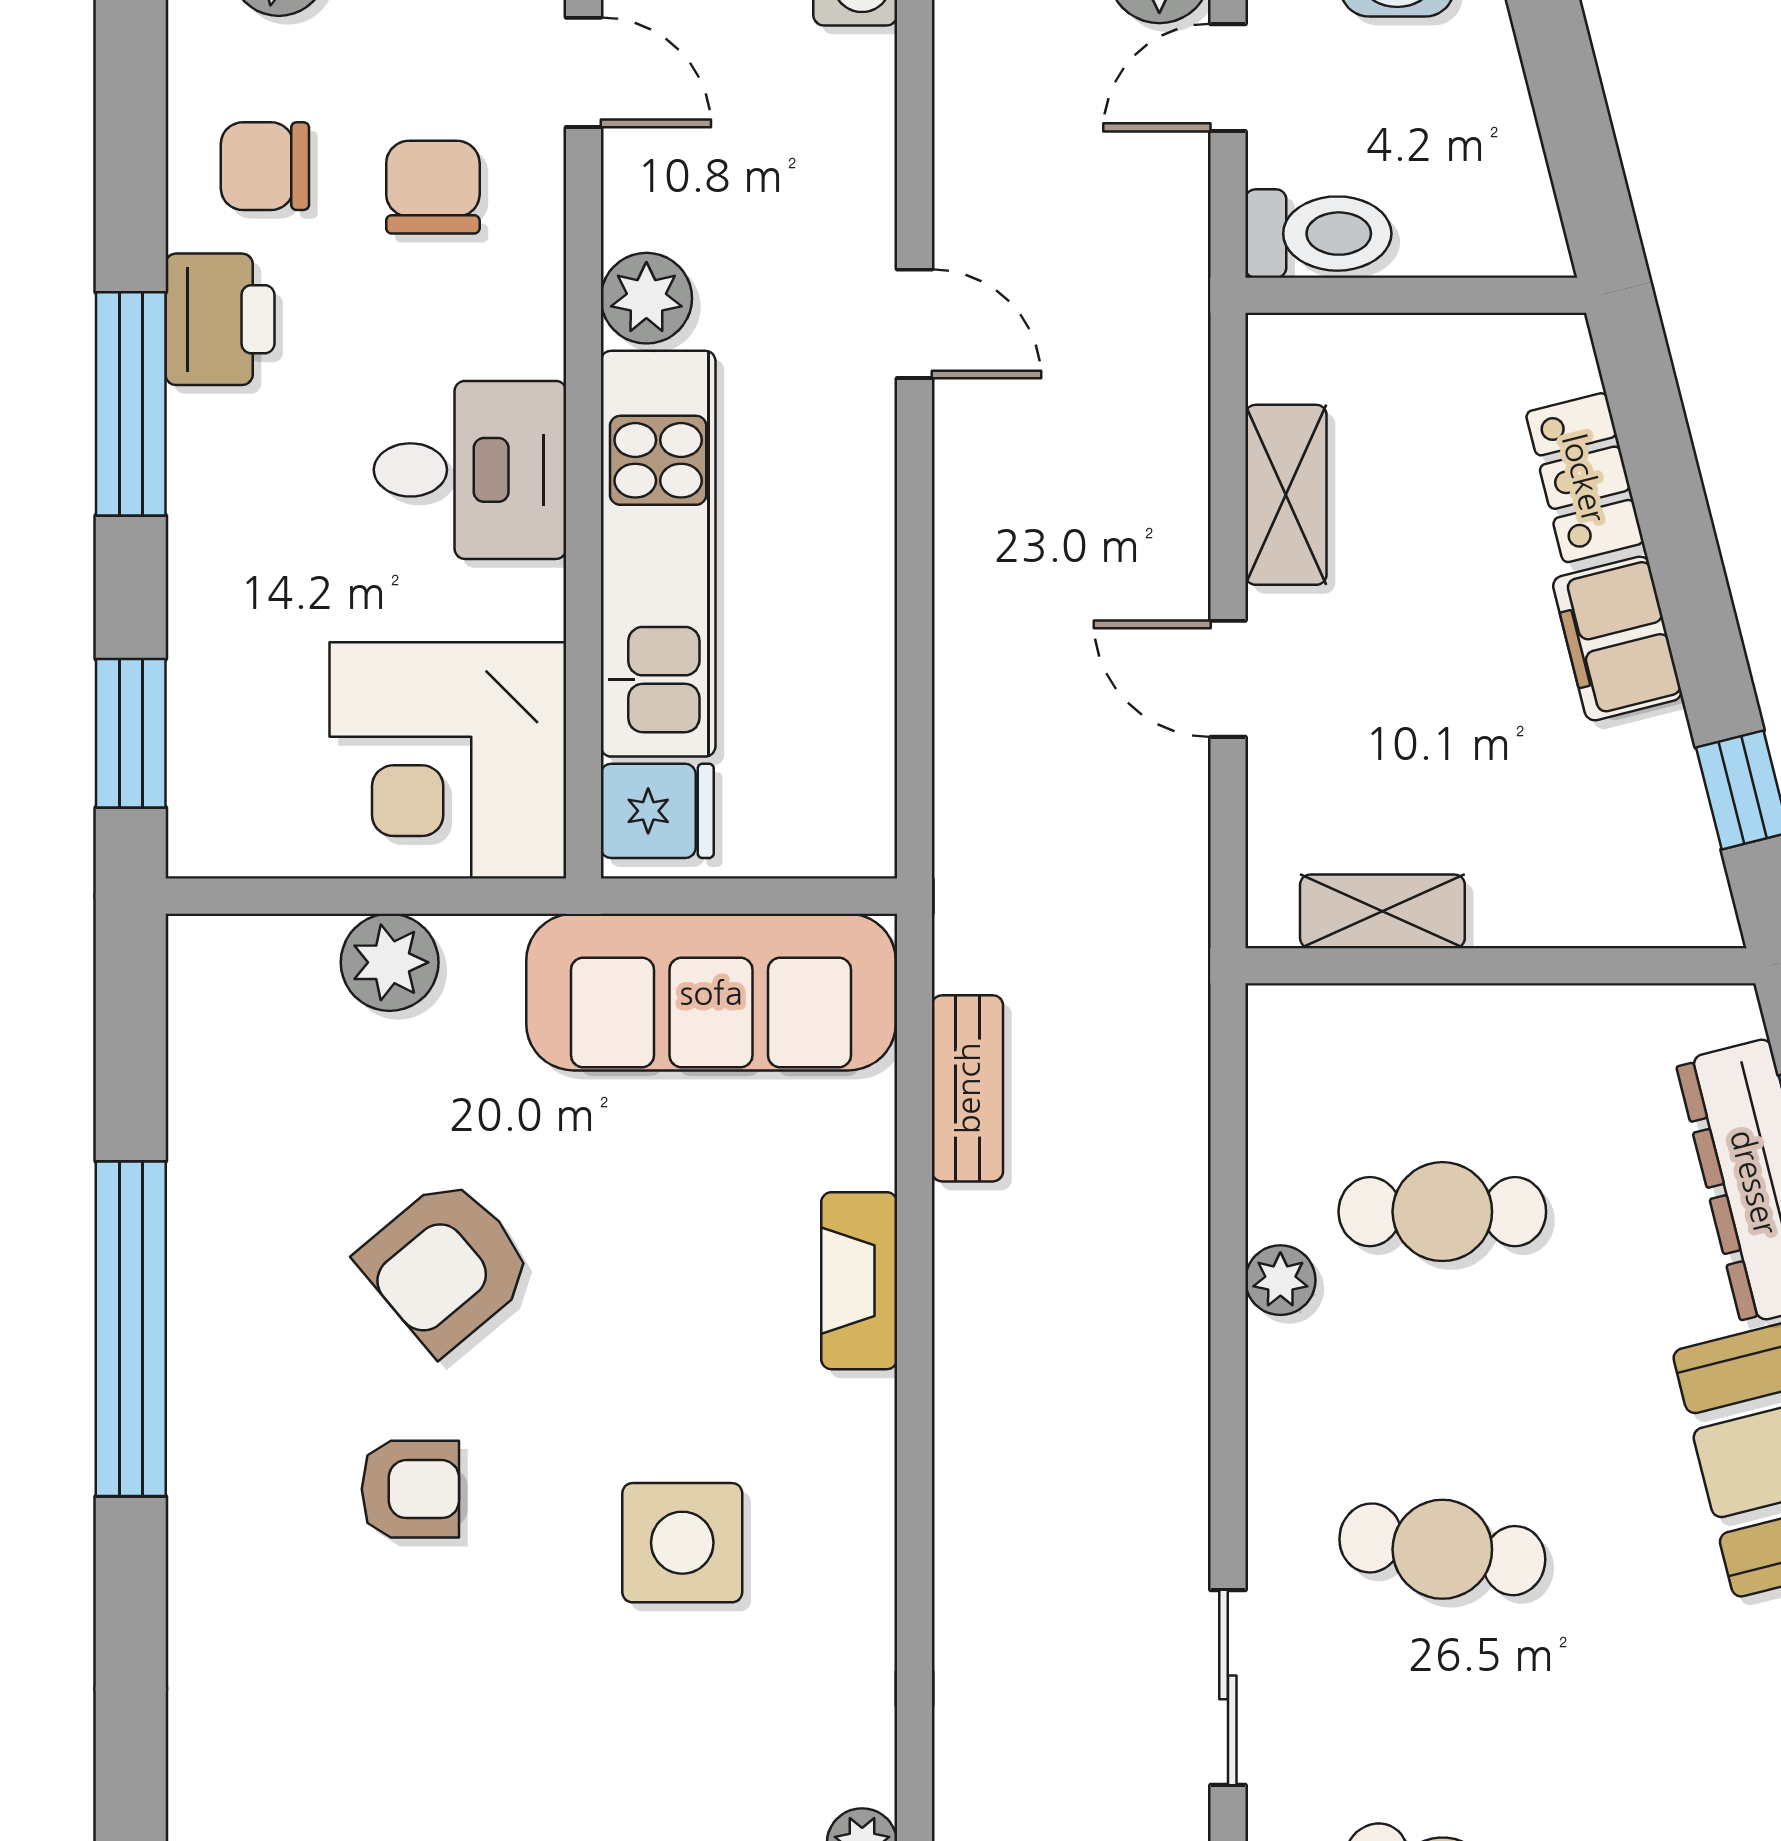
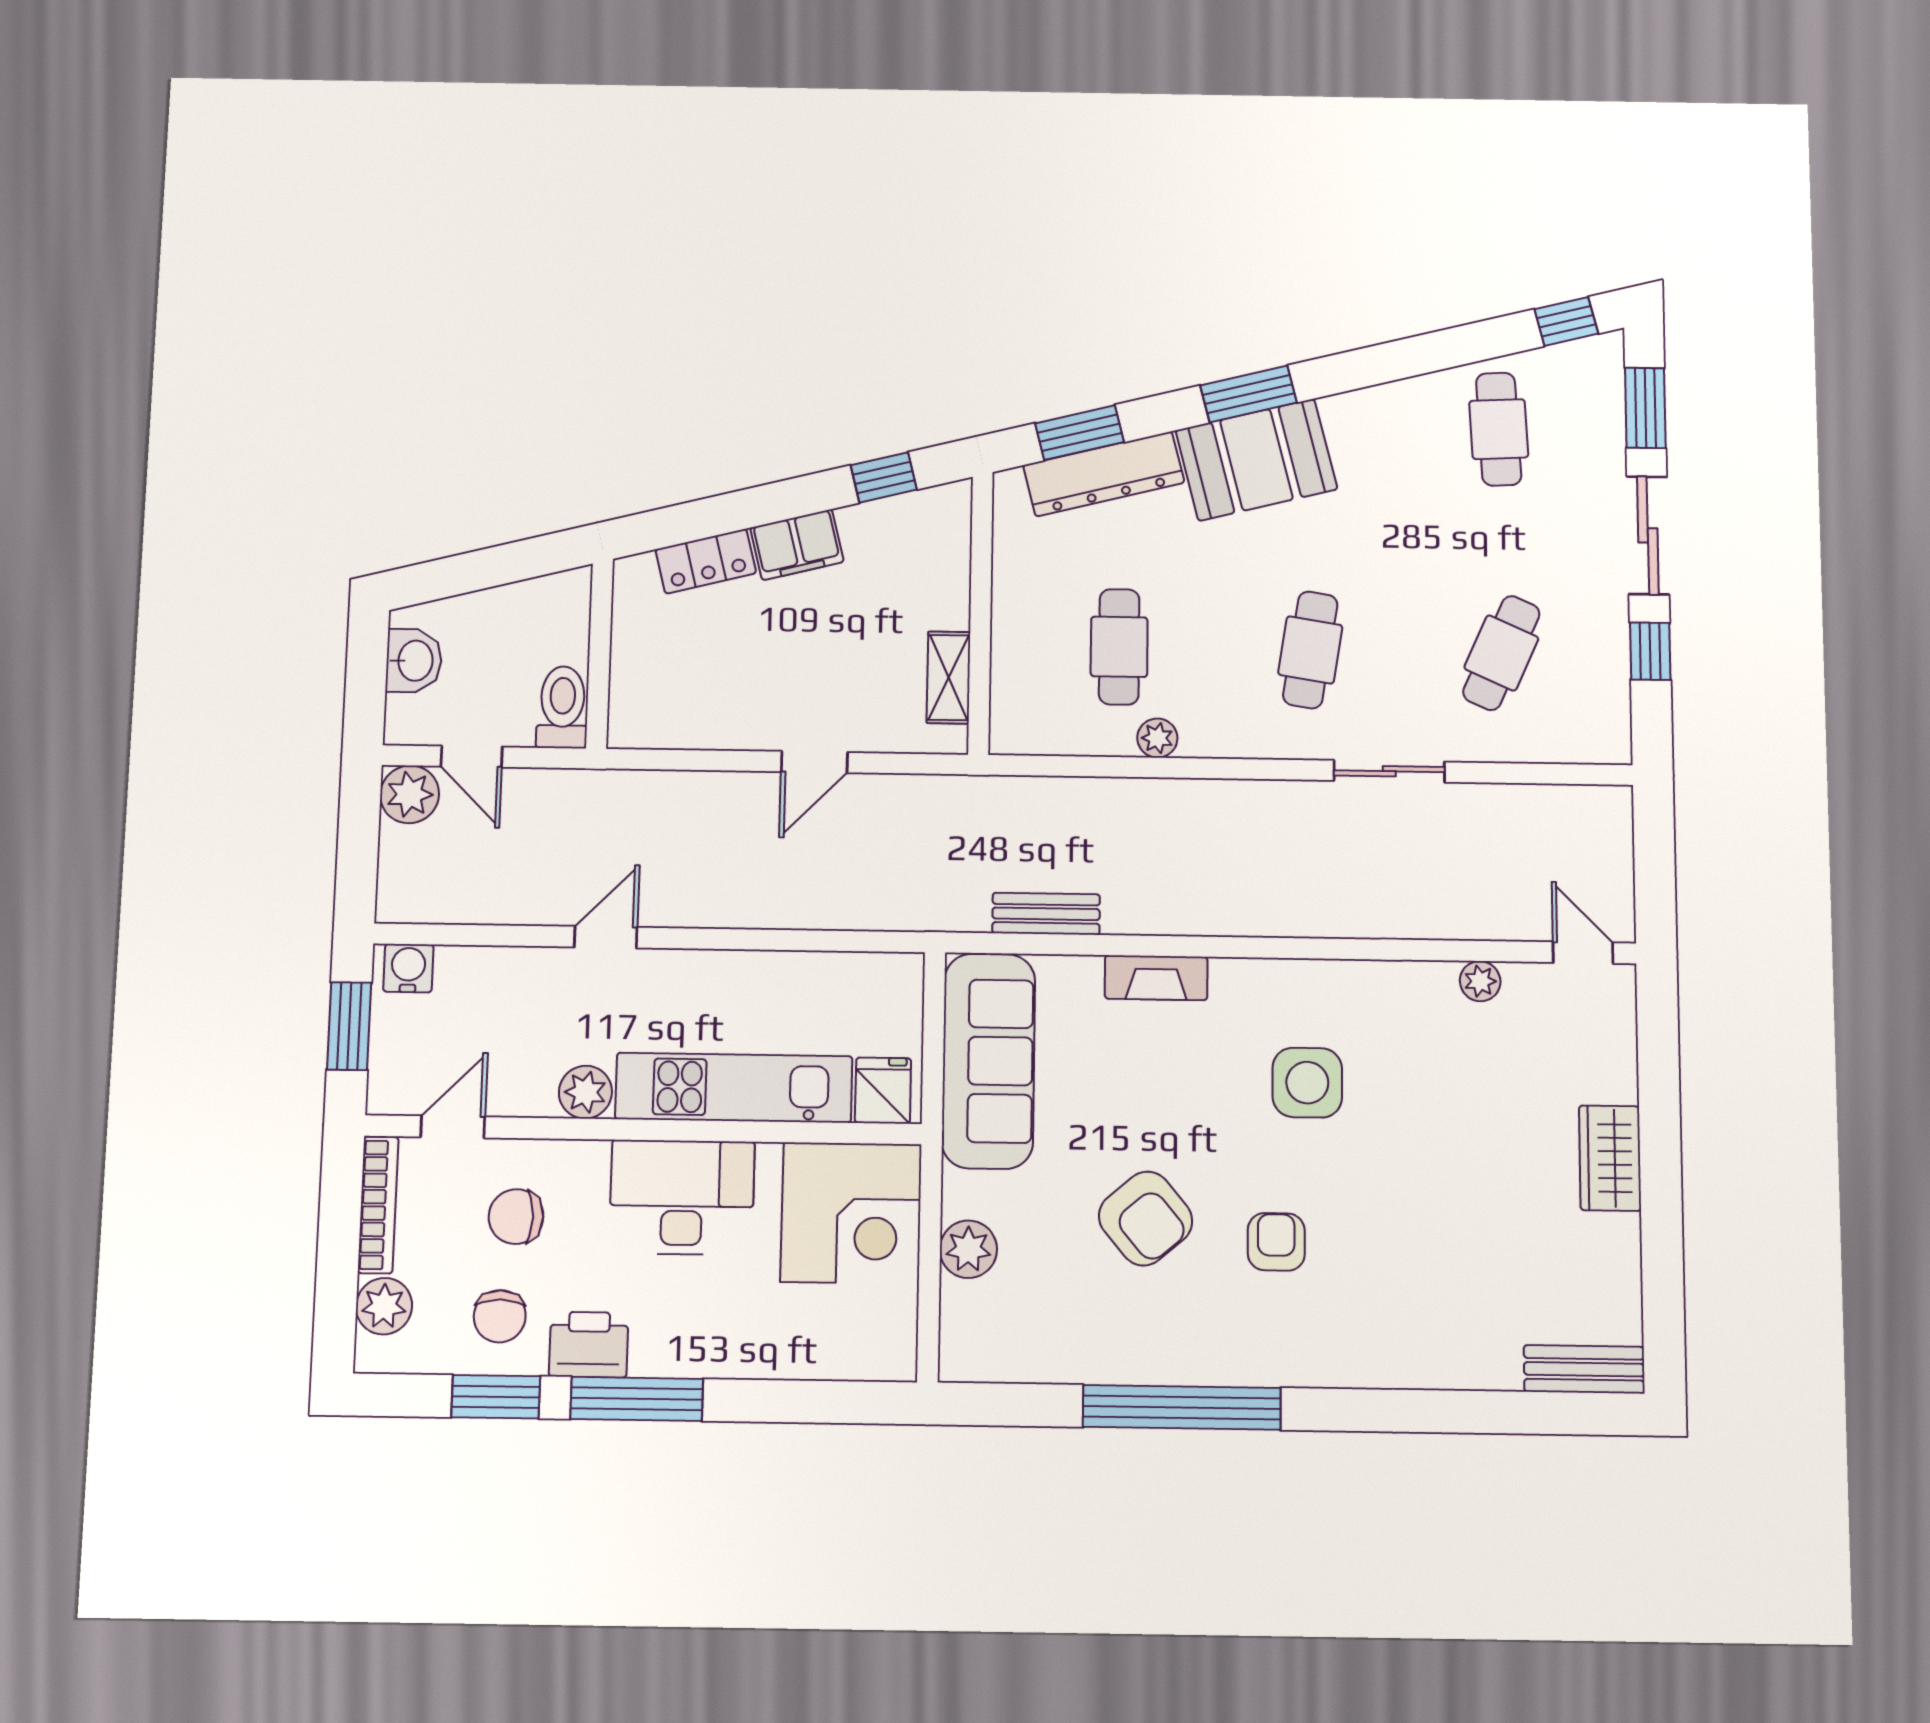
desk: (470, 470) -> (682, 1197), width x1.37
shelving: (1286, 495) -> (710, 728), removed
window: (131, 733) -> (496, 1397), moved

